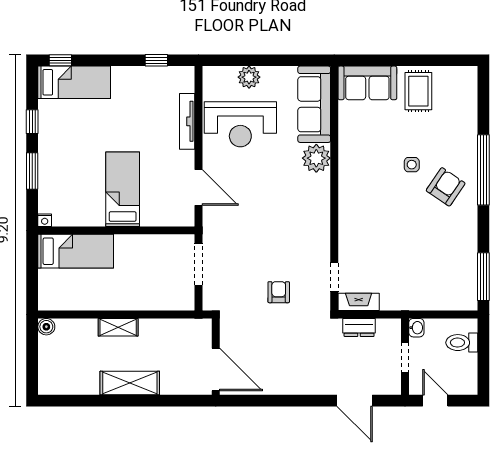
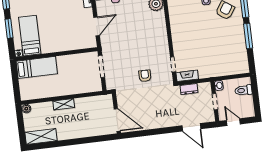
door: (199, 187) -> (97, 26), hinge flipped
bed: (123, 189) -> (30, 36), moved
window: (483, 277) -> (248, 36), moved
shelving: (130, 383) -> (41, 137), moved

